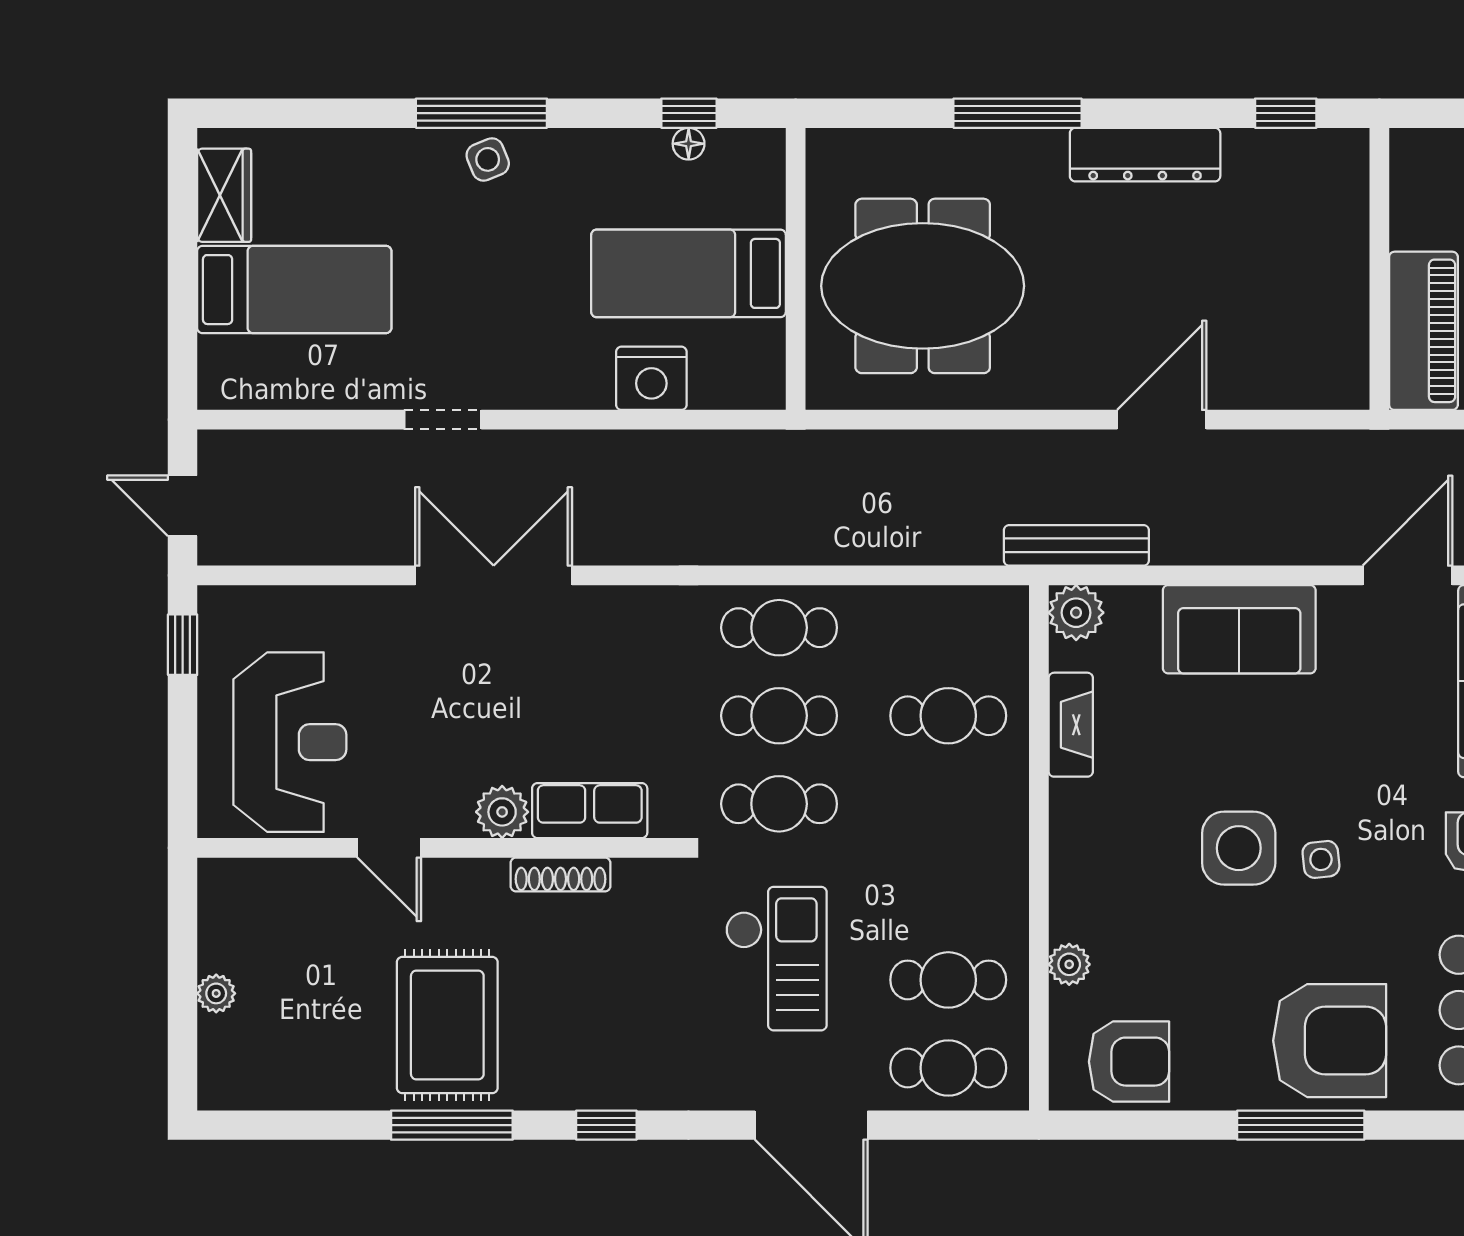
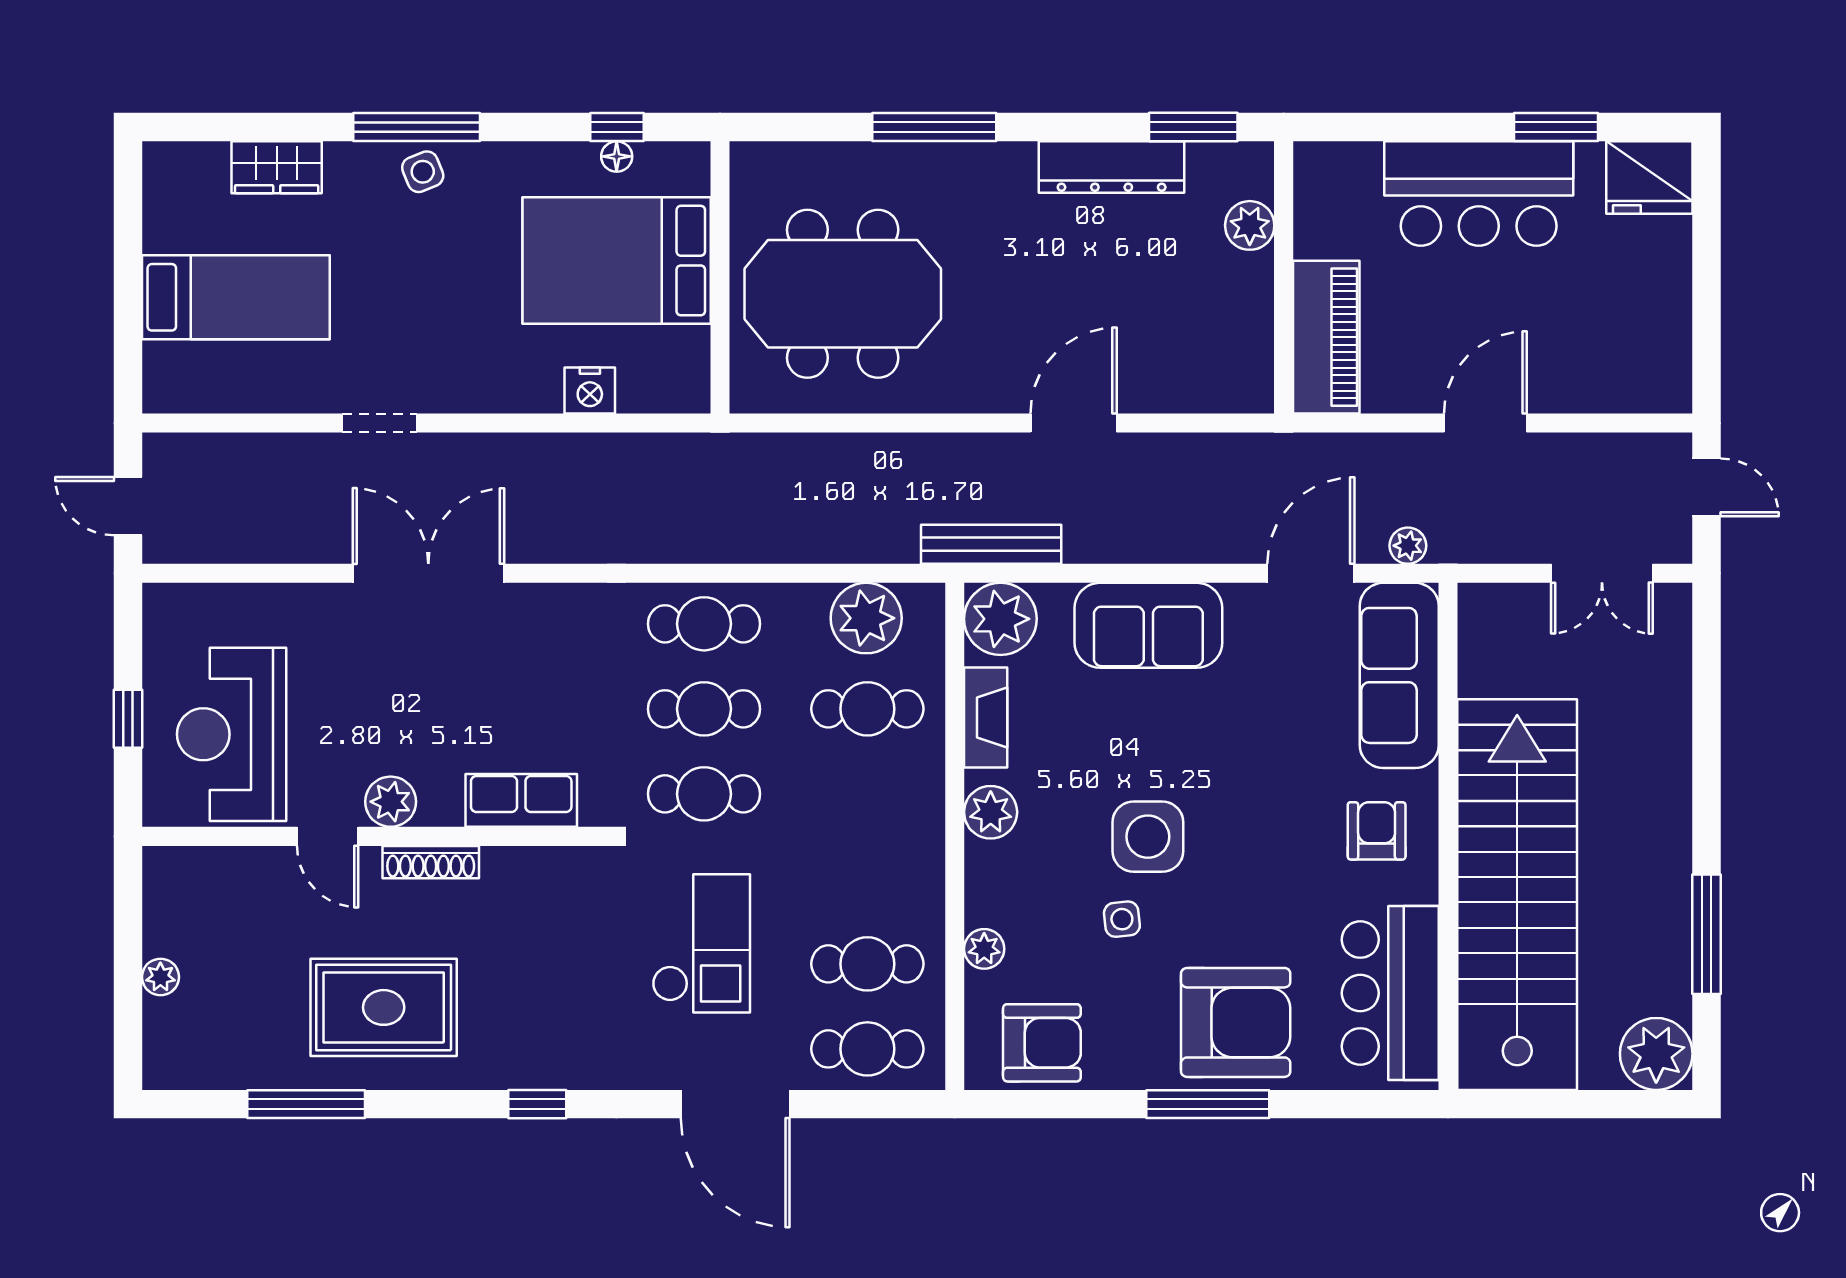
window: (1286, 113) -> (1193, 127), width x1.50
dresser: (1145, 155) -> (1112, 167), moved
wardrobe: (224, 195) -> (277, 167), moved, turned 90
plant: (1344, 215) -> (1250, 225), added
bed: (689, 273) -> (617, 261), width x1.50
nightstand: (651, 378) -> (590, 391), width x0.74, depth x0.75
plant: (1076, 613) -> (1000, 619), width x1.36, depth x1.36
plant: (947, 622) -> (866, 618), added
window: (183, 645) -> (128, 719), moved
reception desk: (290, 742) -> (232, 734), turned 180
plant: (502, 812) -> (391, 802), moved
plant: (1076, 823) -> (991, 812), added
side table: (1321, 859) -> (1122, 919), moved
shoe rack: (561, 875) -> (431, 862), moved
rug: (447, 1025) -> (384, 1007), turned 90
window: (452, 1125) -> (306, 1104), moved

